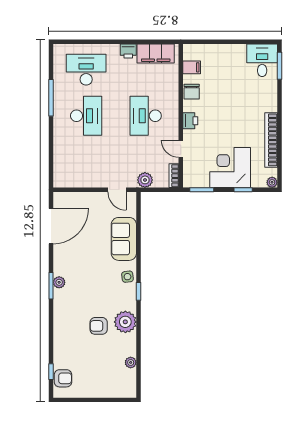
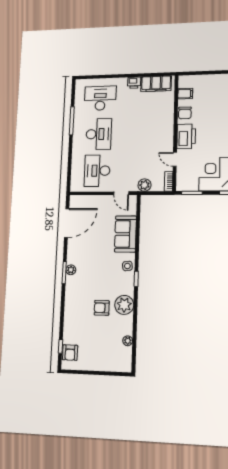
desk: (146, 116) -> (97, 171), moved
printer: (190, 121) -> (186, 136), width x1.87, depth x1.48
armchair: (63, 378) -> (70, 353), turned 90

